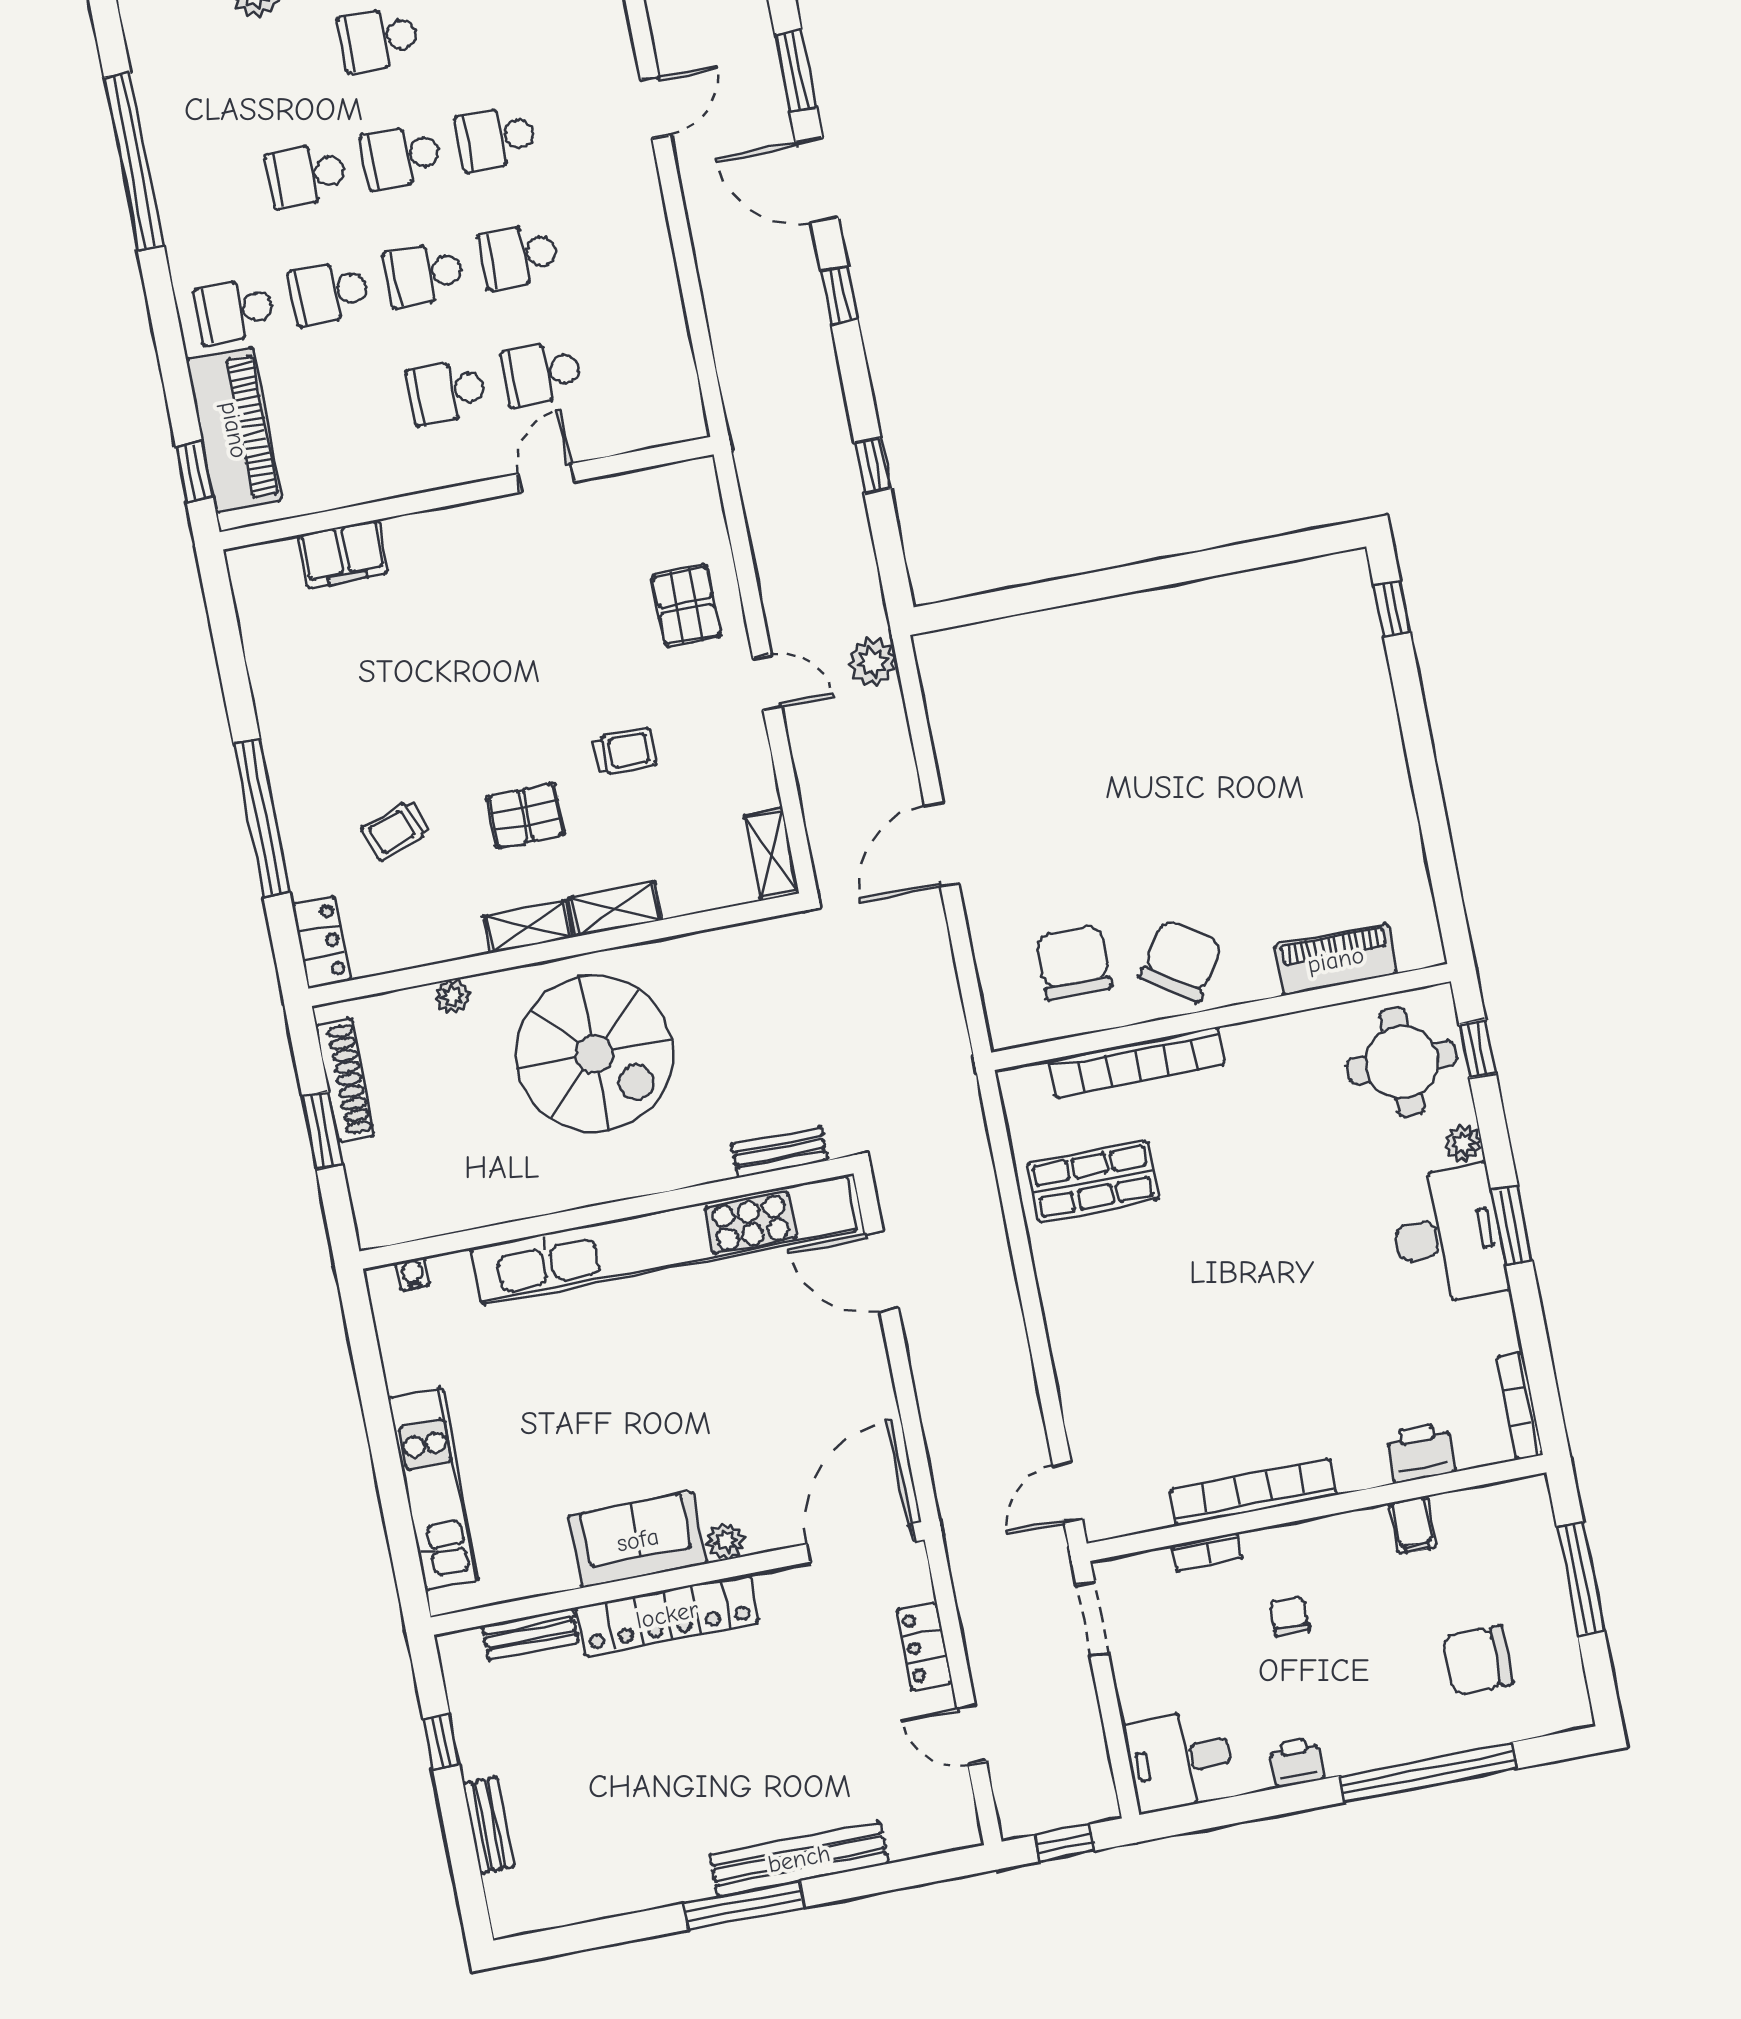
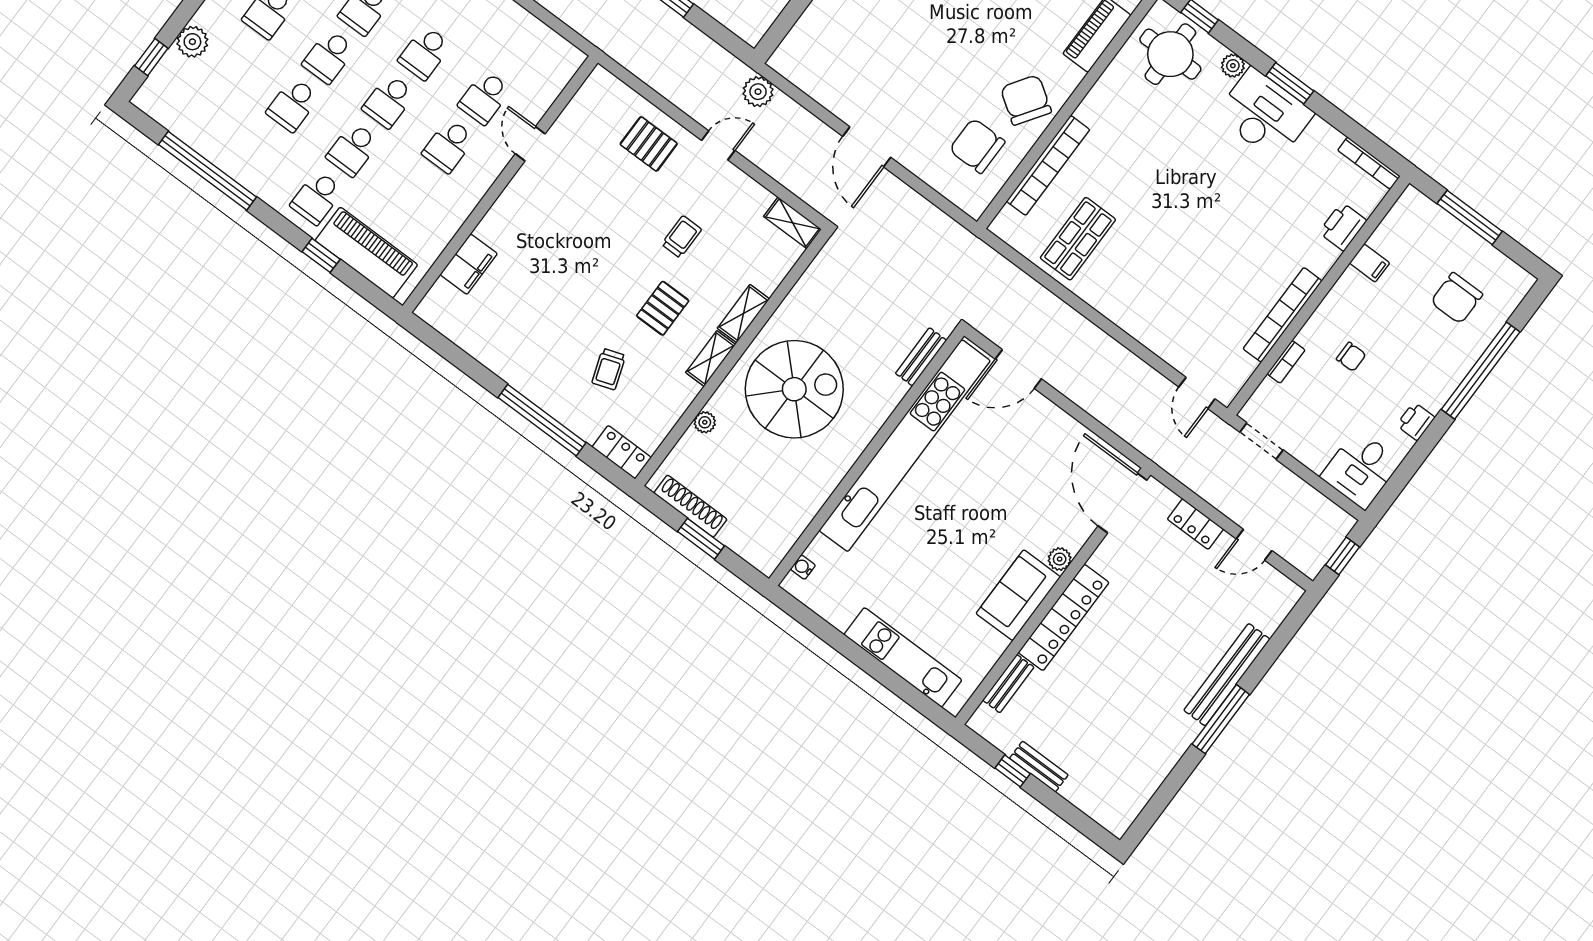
window: (194, 472) -> (321, 255), moved
chair: (1290, 1616) -> (1351, 357), turned 180
bench: (489, 1825) -> (1039, 767), moved

